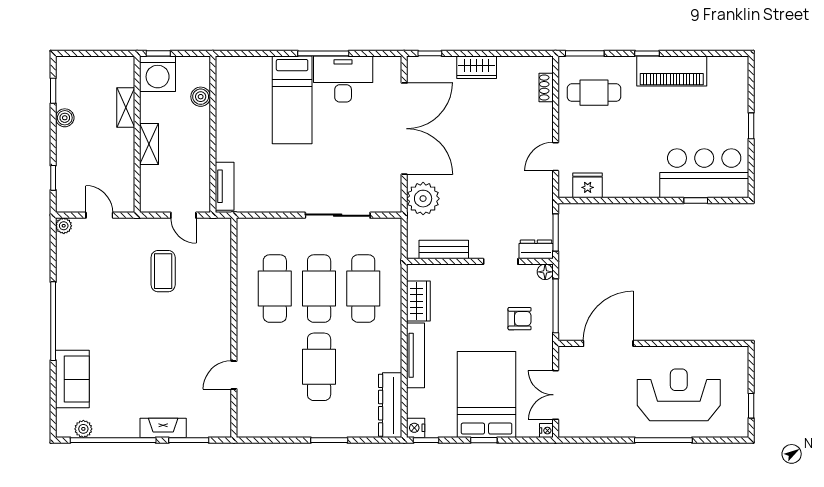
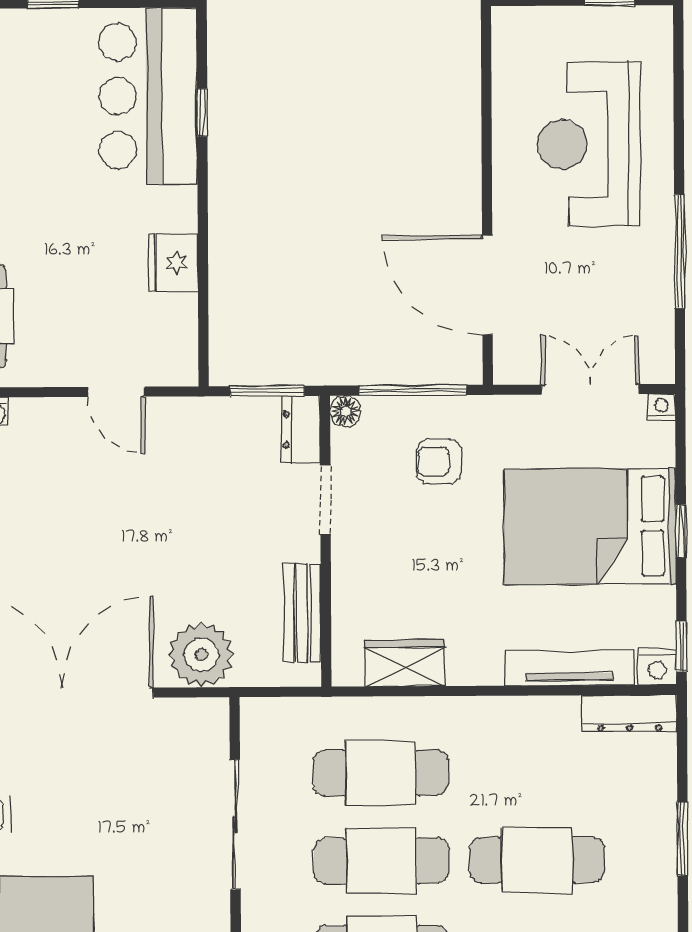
fridge: (588, 185) -> (173, 263), moved
armchair: (520, 319) -> (439, 462), turned -90
tv unit: (416, 355) -> (570, 668), moved
double door: (556, 395) -> (590, 389), swing flipped
dresser: (390, 405) -> (630, 714), width x0.73, depth x0.80
window: (663, 440) -> (679, 251), moved

